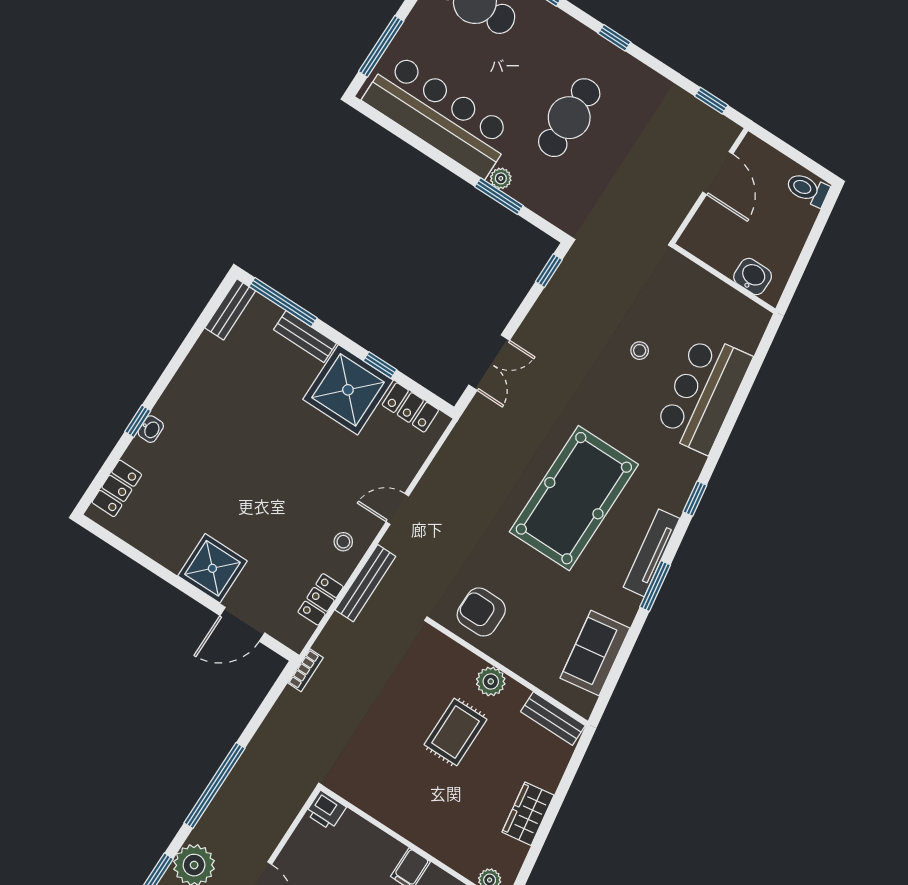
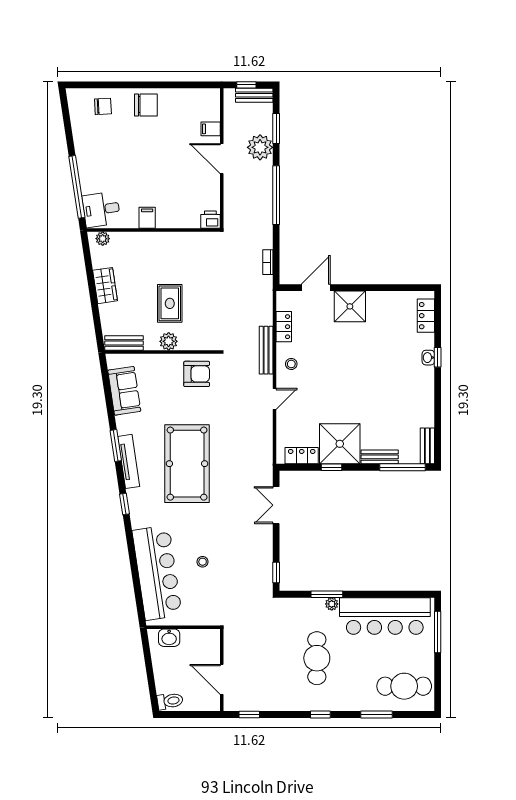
bar counter: (703, 394) -> (157, 573), width x1.36
bookcase: (305, 670) -> (268, 262), moved

